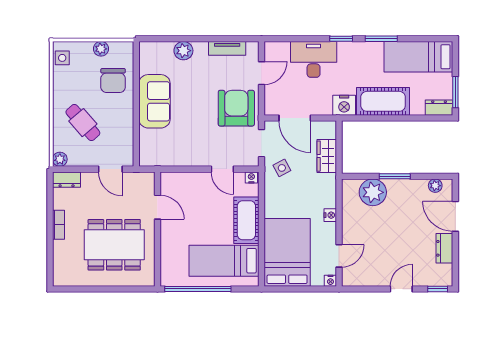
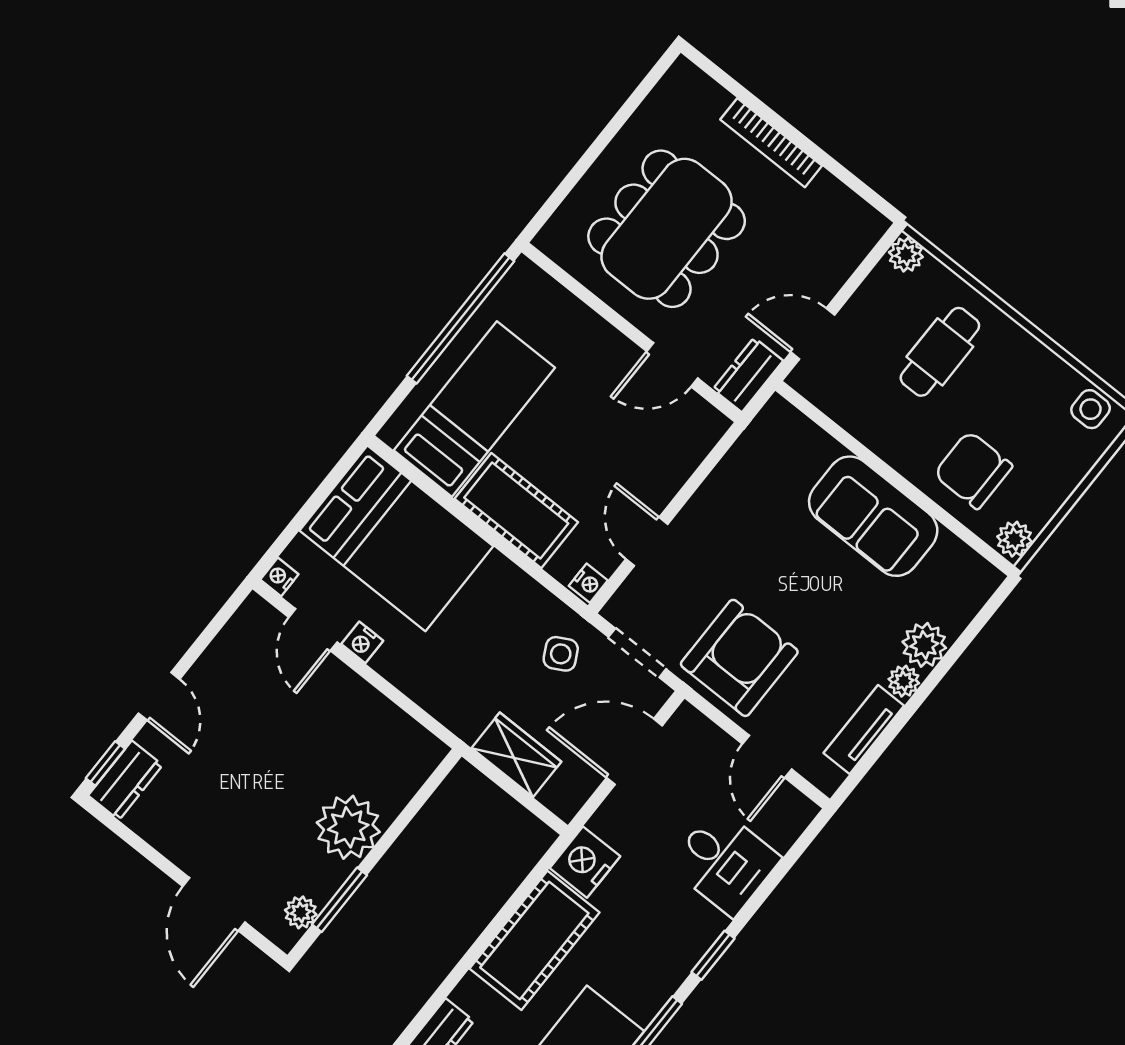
plant: (201, 48) -> (904, 681), added
plant: (101, 49) -> (1014, 539), moved
desk: (314, 59) -> (725, 862), width x0.73
armchair: (236, 108) -> (739, 658), turned -90
cafe table: (83, 123) -> (940, 352), turned -49
door: (222, 169) -> (647, 542), hinge flipped
window: (395, 176) -> (339, 900), moved
dresser: (67, 180) -> (748, 375), moved
plant: (373, 192) -> (348, 827), moved
nightstand: (330, 215) -> (362, 642), moved
door: (455, 216) -> (214, 904), swing flipped
bookcase: (58, 225) -> (771, 143), width x1.56
dresser: (444, 248) -> (125, 780), moved, turned 90

